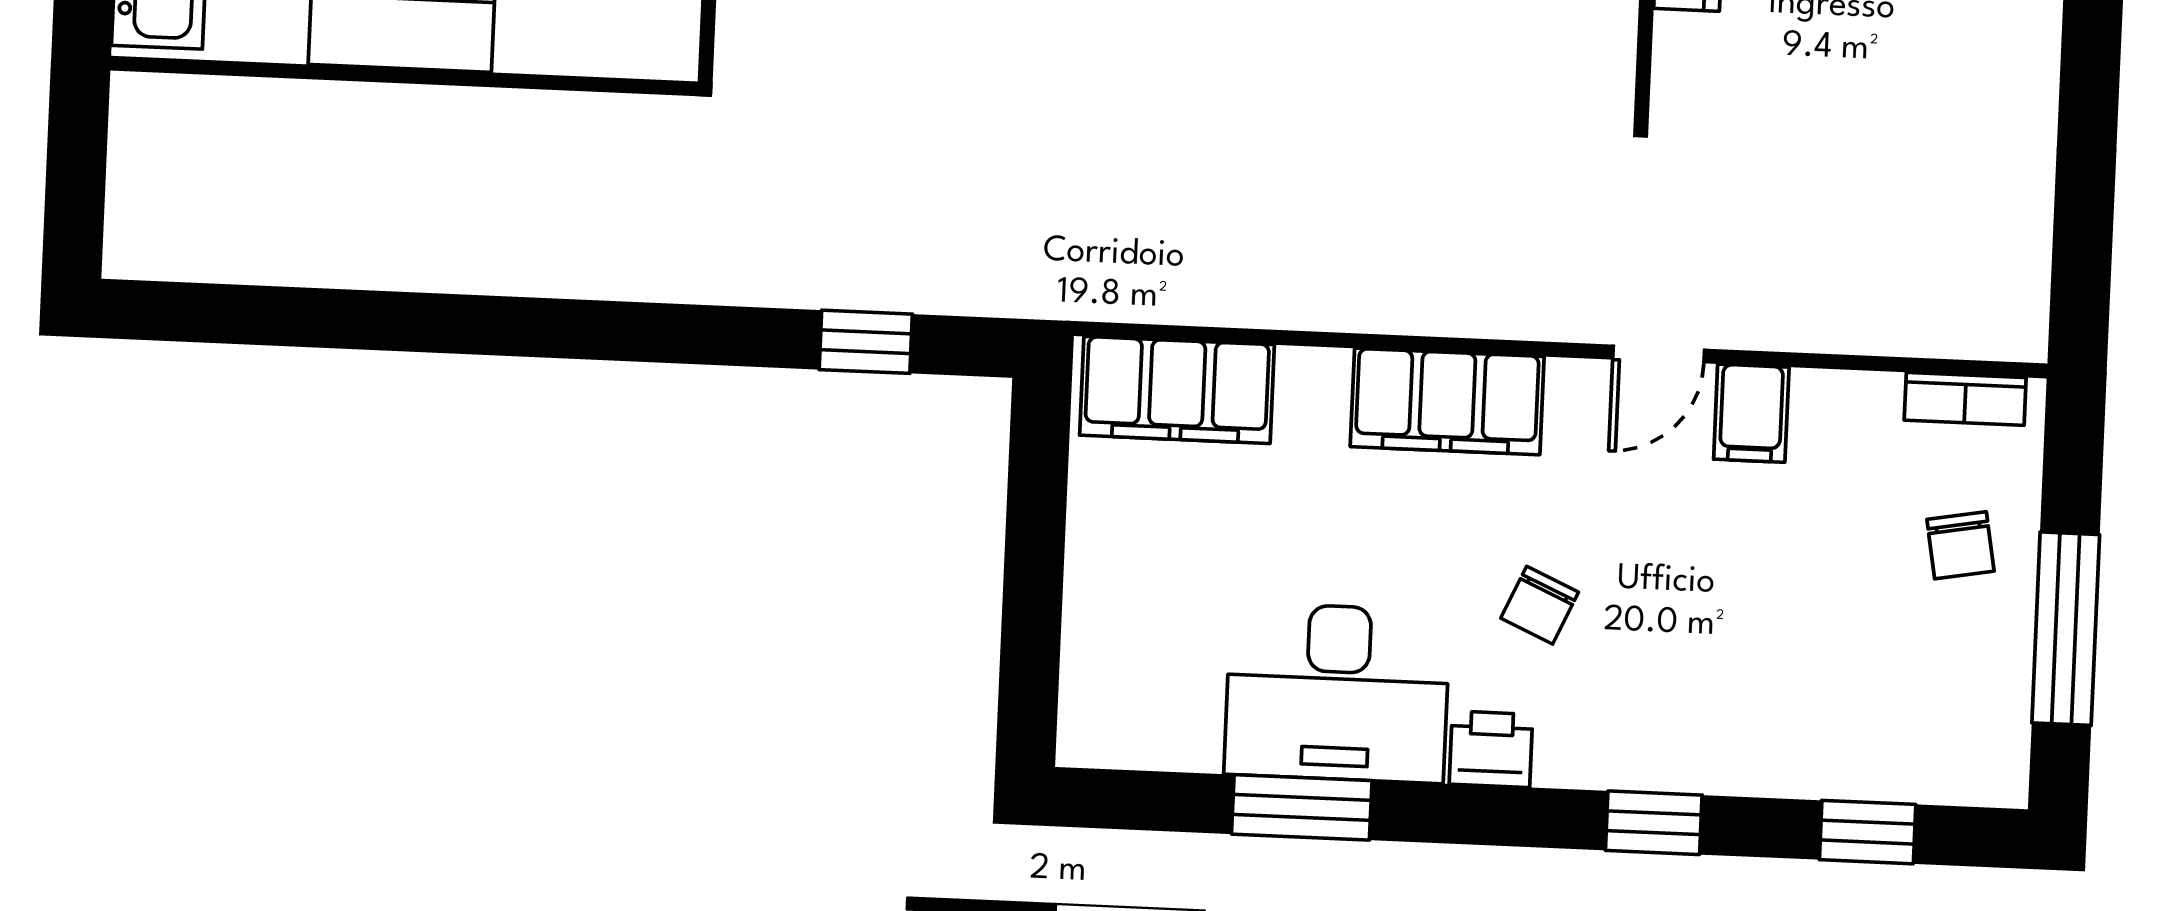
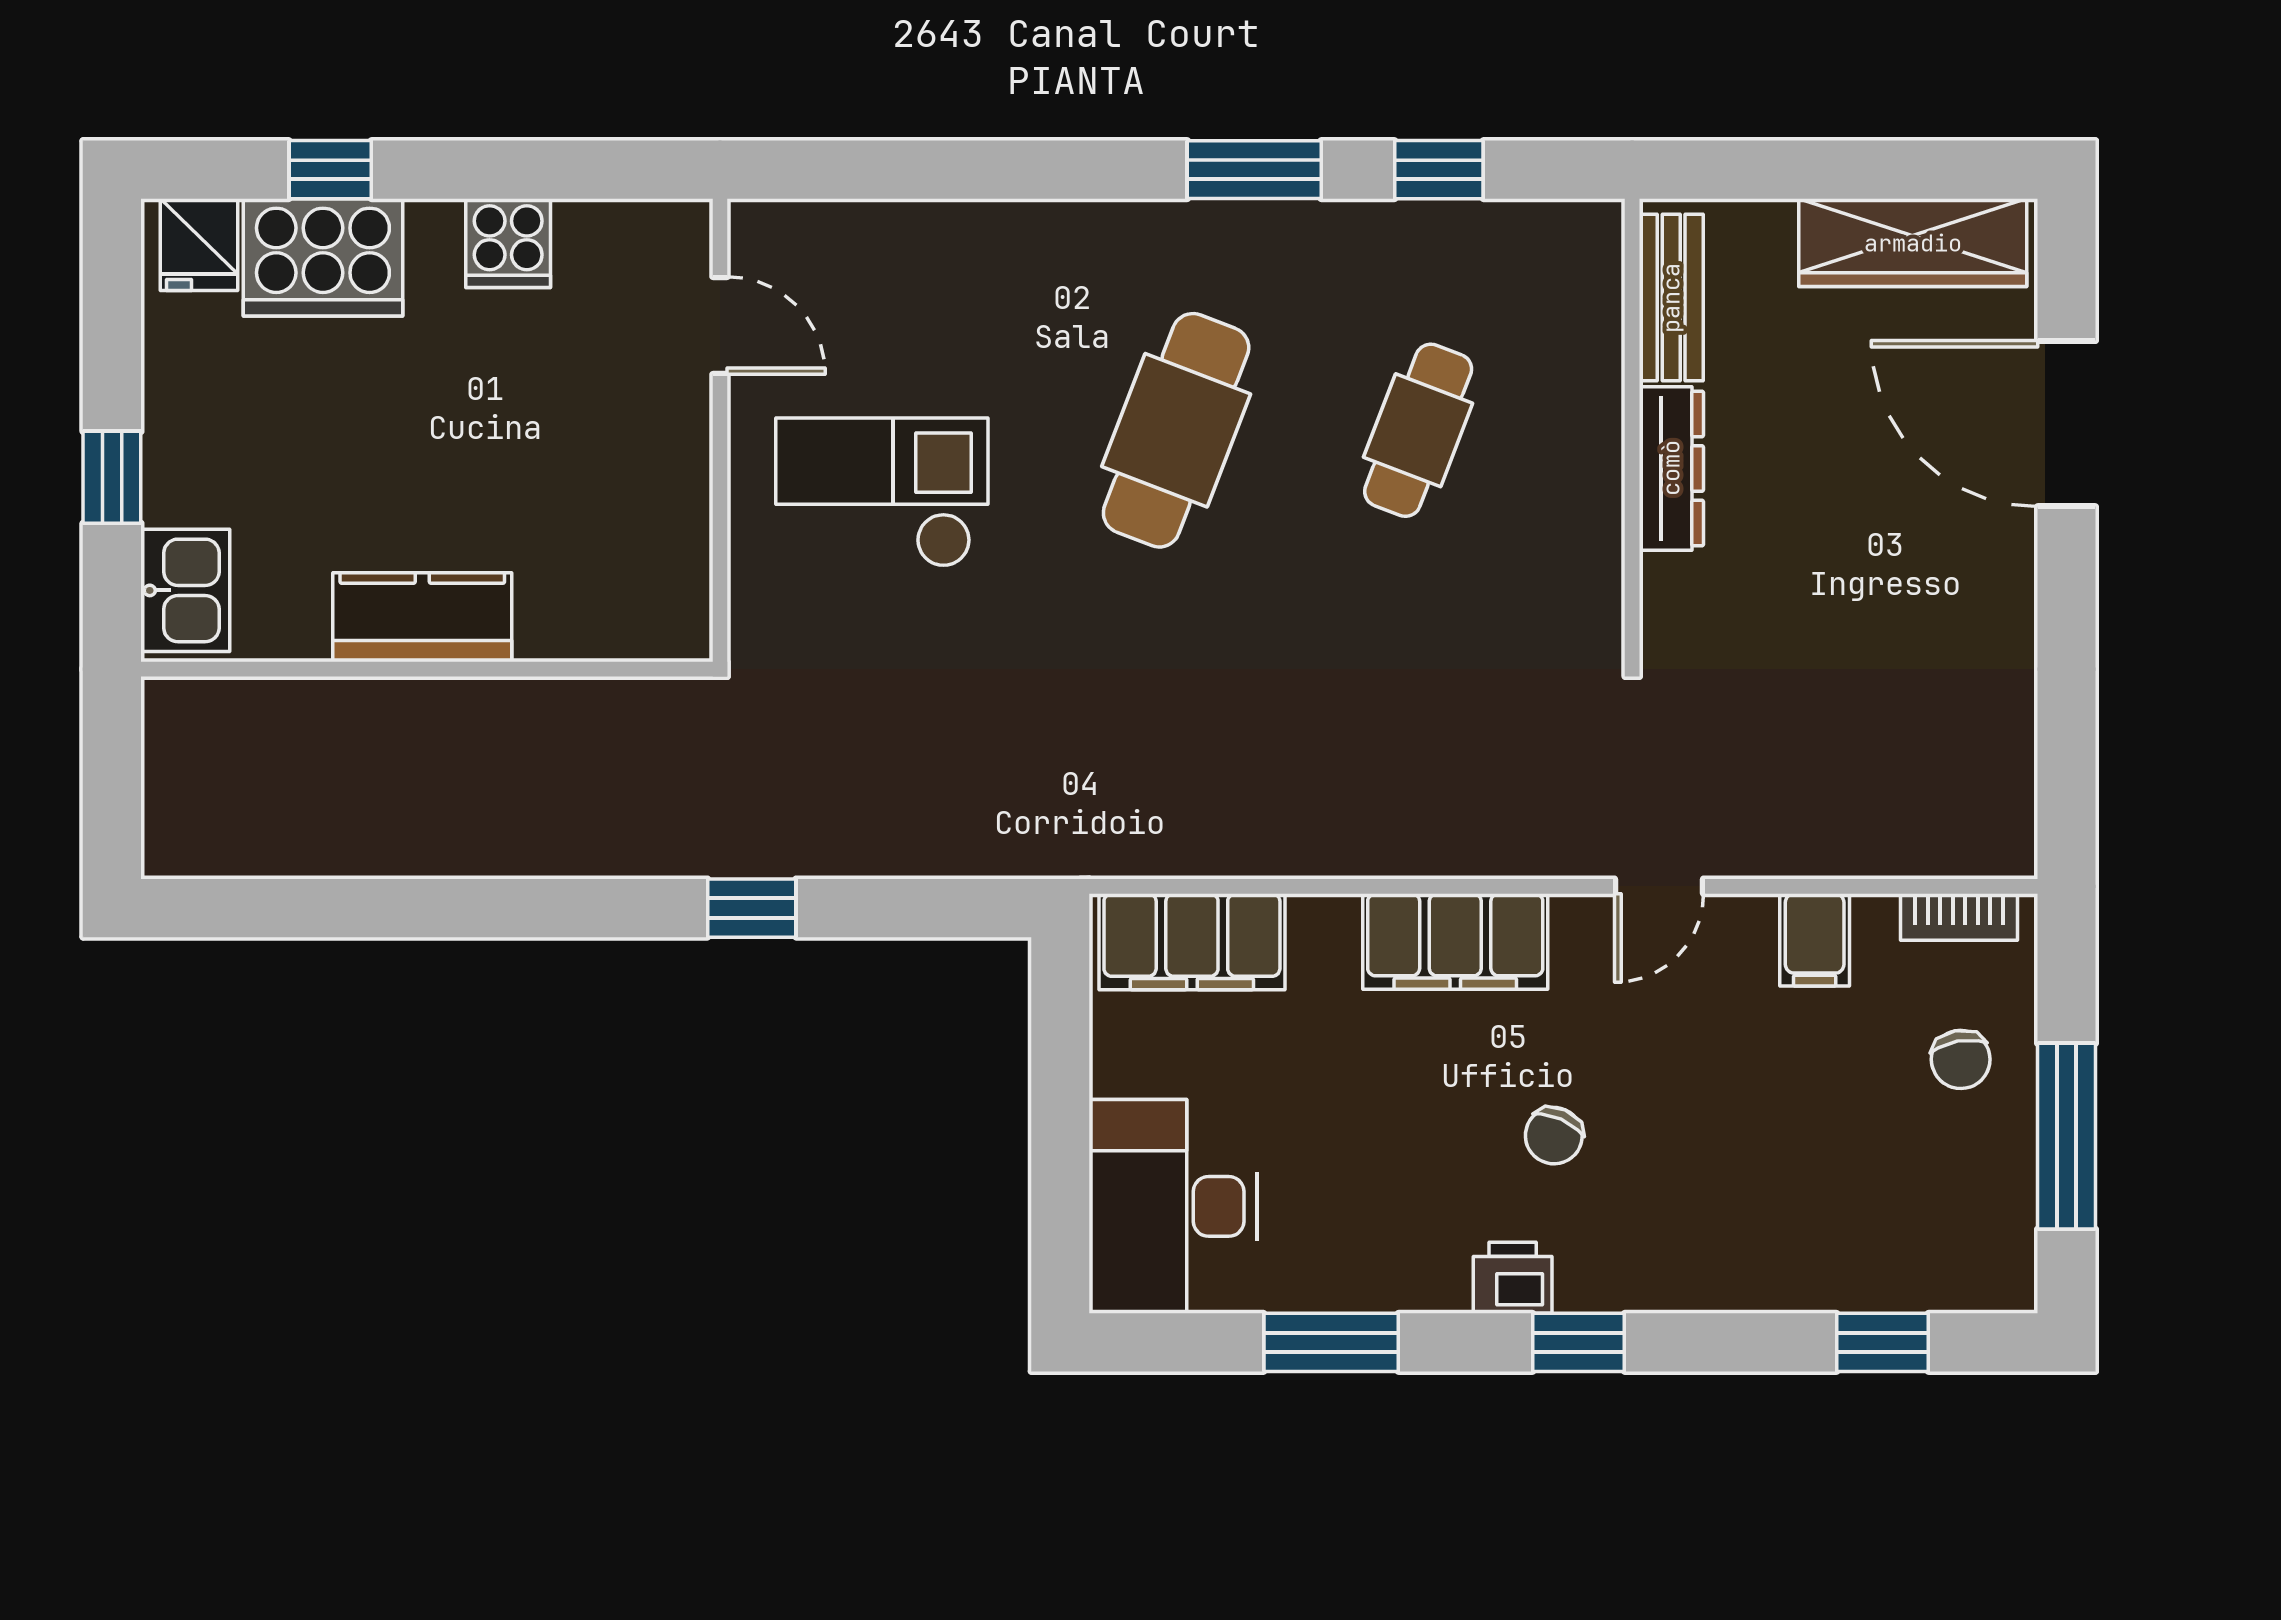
window: (866, 342) -> (752, 908), moved
filing cabinet: (1751, 413) -> (1815, 940), moved
desk: (1337, 693) -> (1173, 1206), moved, turned 90
window: (1654, 823) -> (1579, 1342), moved

